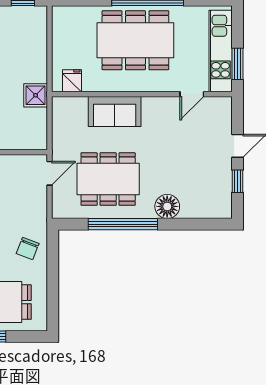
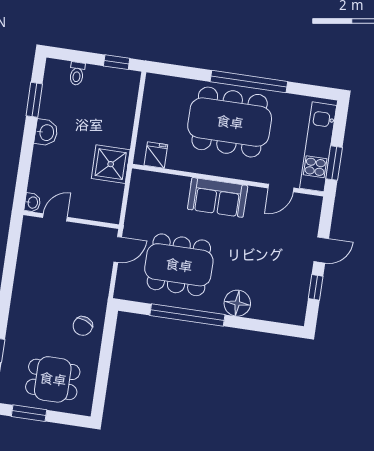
shower: (36, 95) -> (111, 164), width x1.36, depth x1.36
sofa: (115, 111) -> (218, 197), moved

